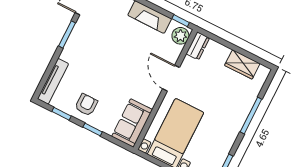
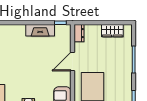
plant: (180, 36) -> (65, 32), removed
door: (171, 78) -> (72, 61), hinge flipped

